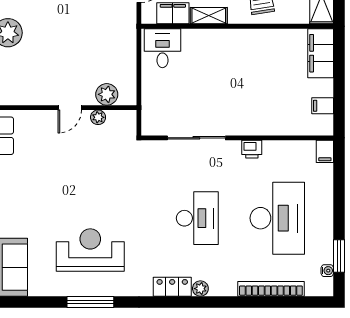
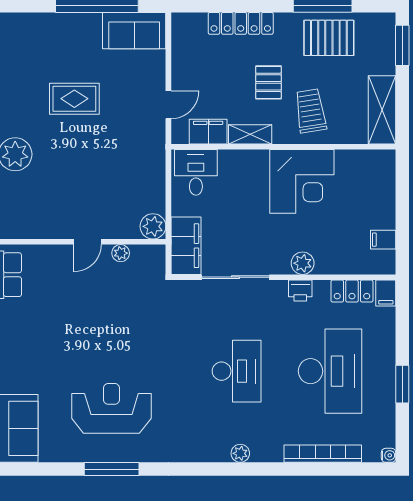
filing cabinet: (321, 53) -> (186, 246), moved, turned 180
corner desk: (253, 56) -> (302, 181), added
plant: (107, 94) -> (153, 226), moved
plant: (254, 126) -> (303, 263), added
window: (339, 256) -> (402, 384), moved
water cooler: (327, 271) -> (389, 455), moved
locker: (172, 287) -> (352, 291), moved, turned 180

